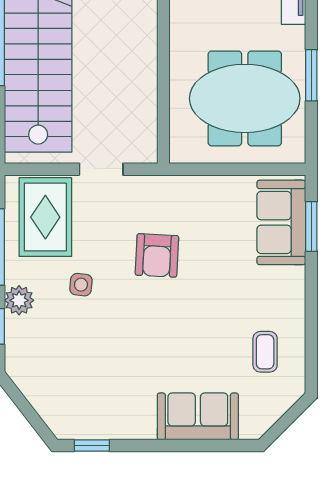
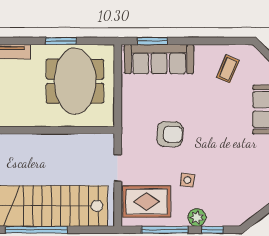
sofa: (281, 222) -> (159, 59), width x1.36
coffee table: (265, 352) -> (228, 69), turned -67

